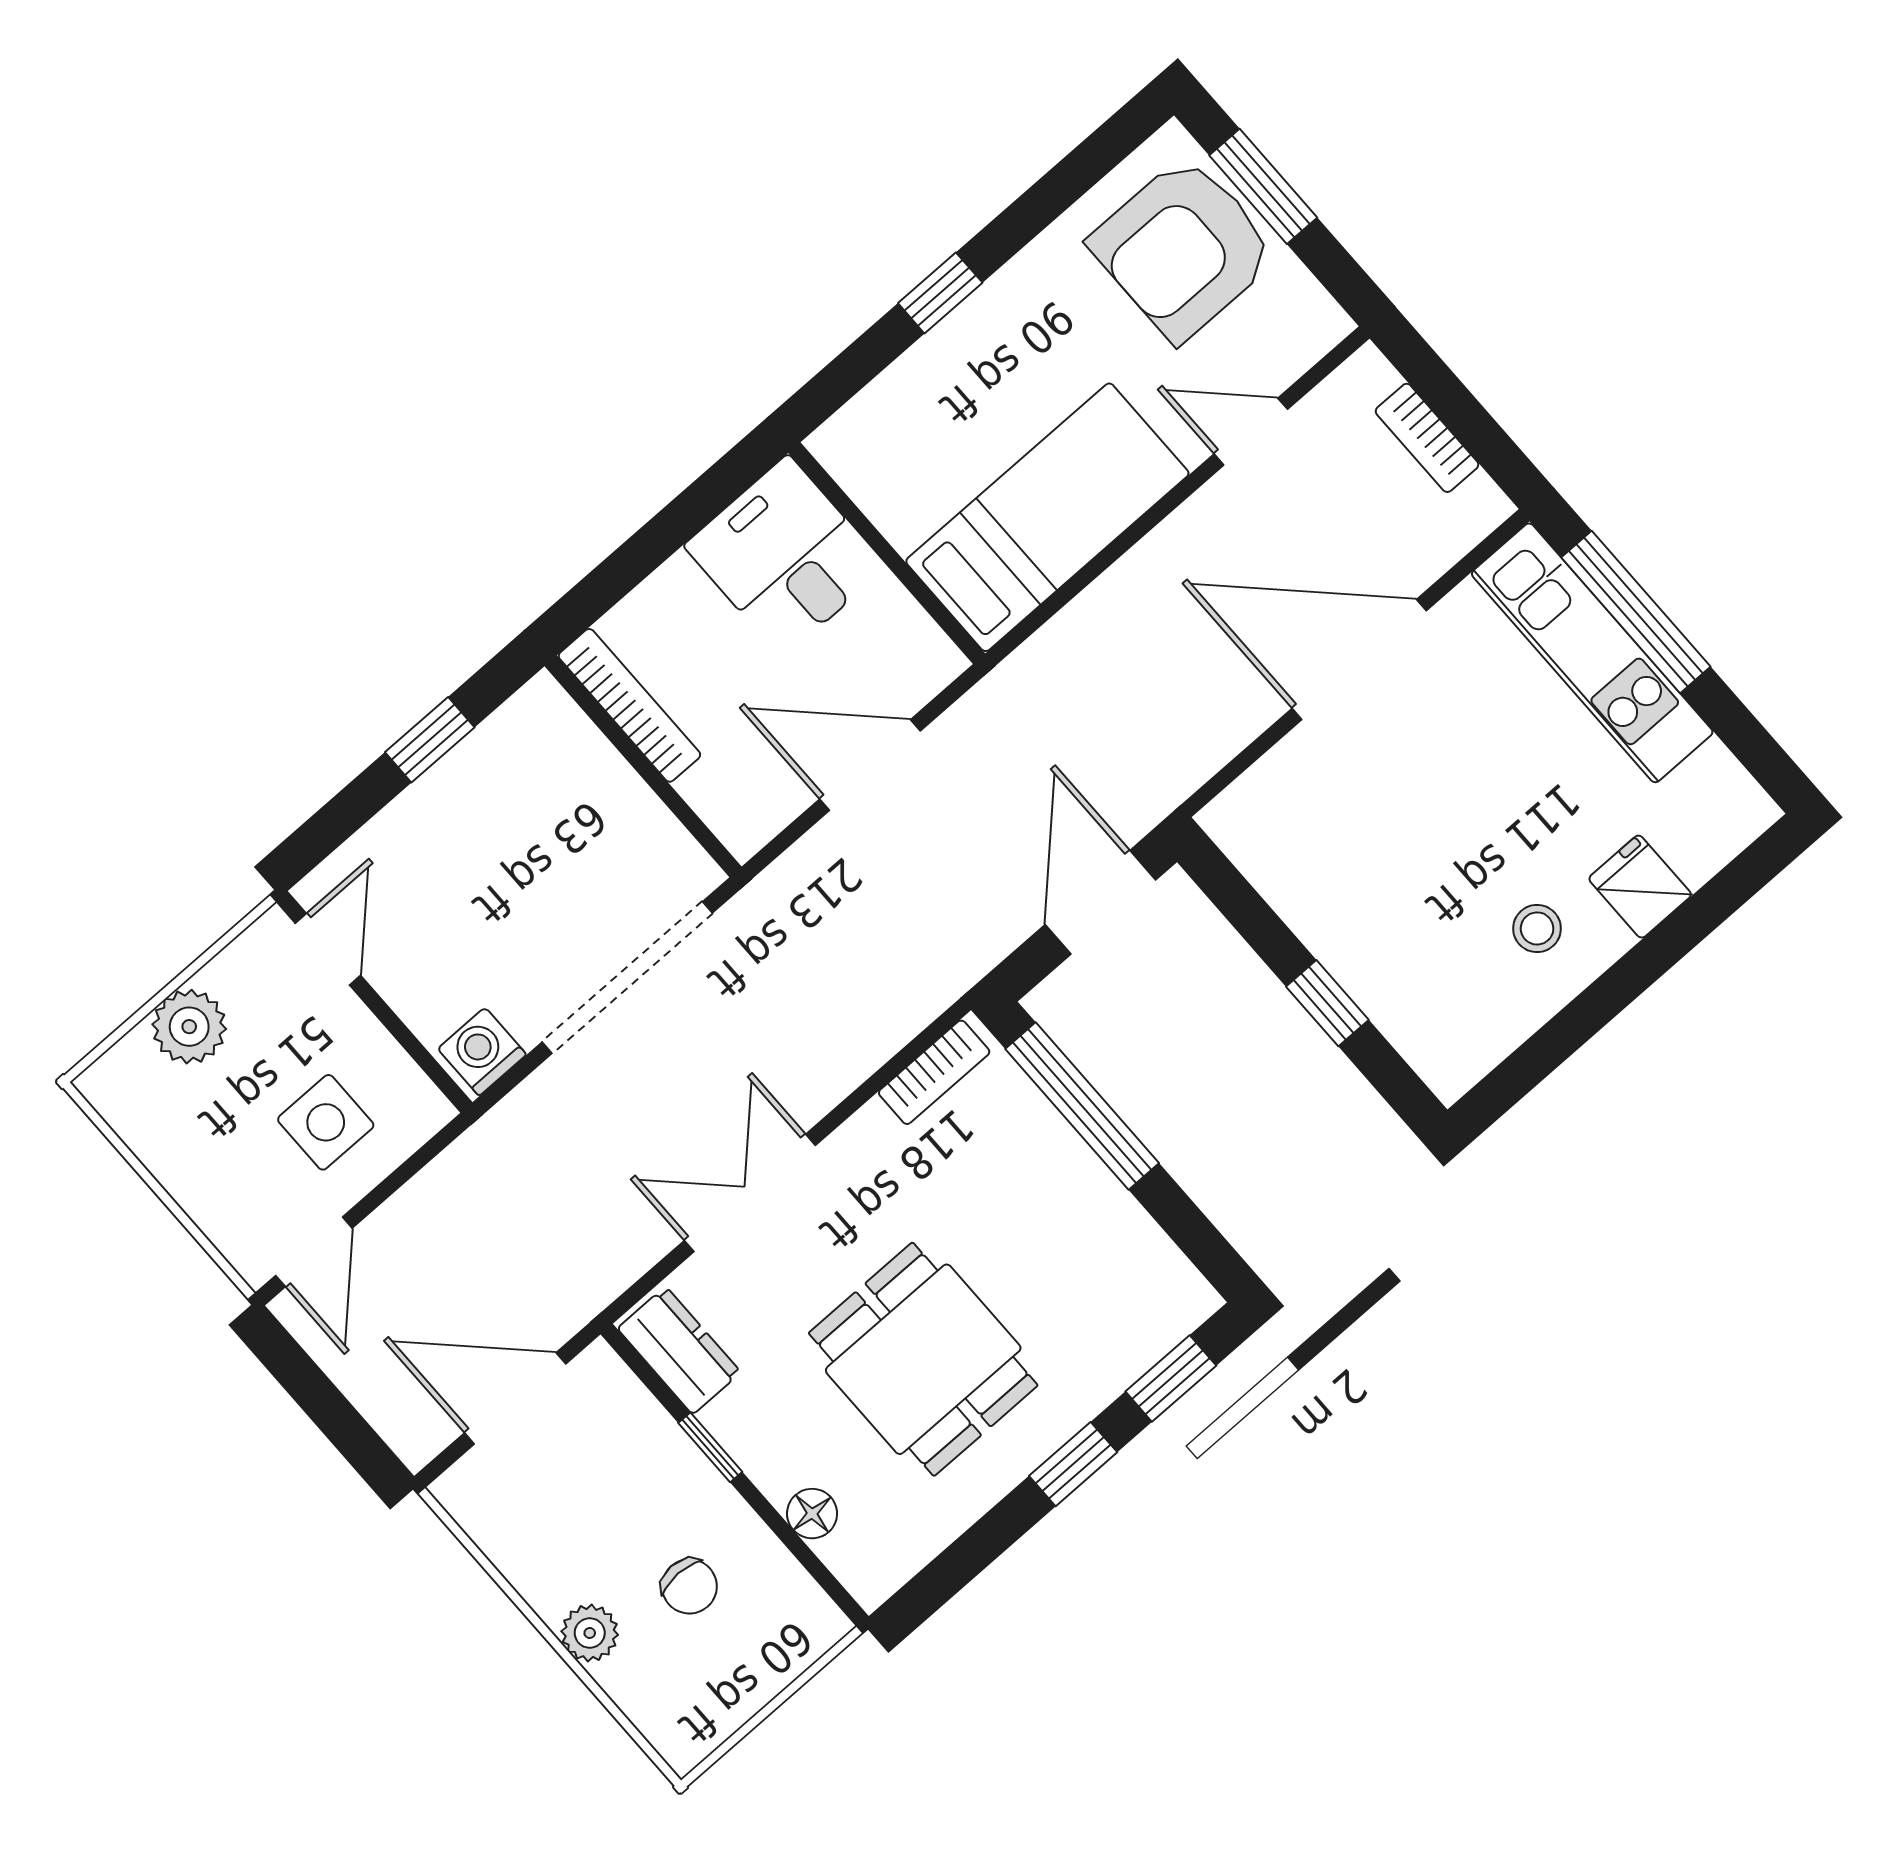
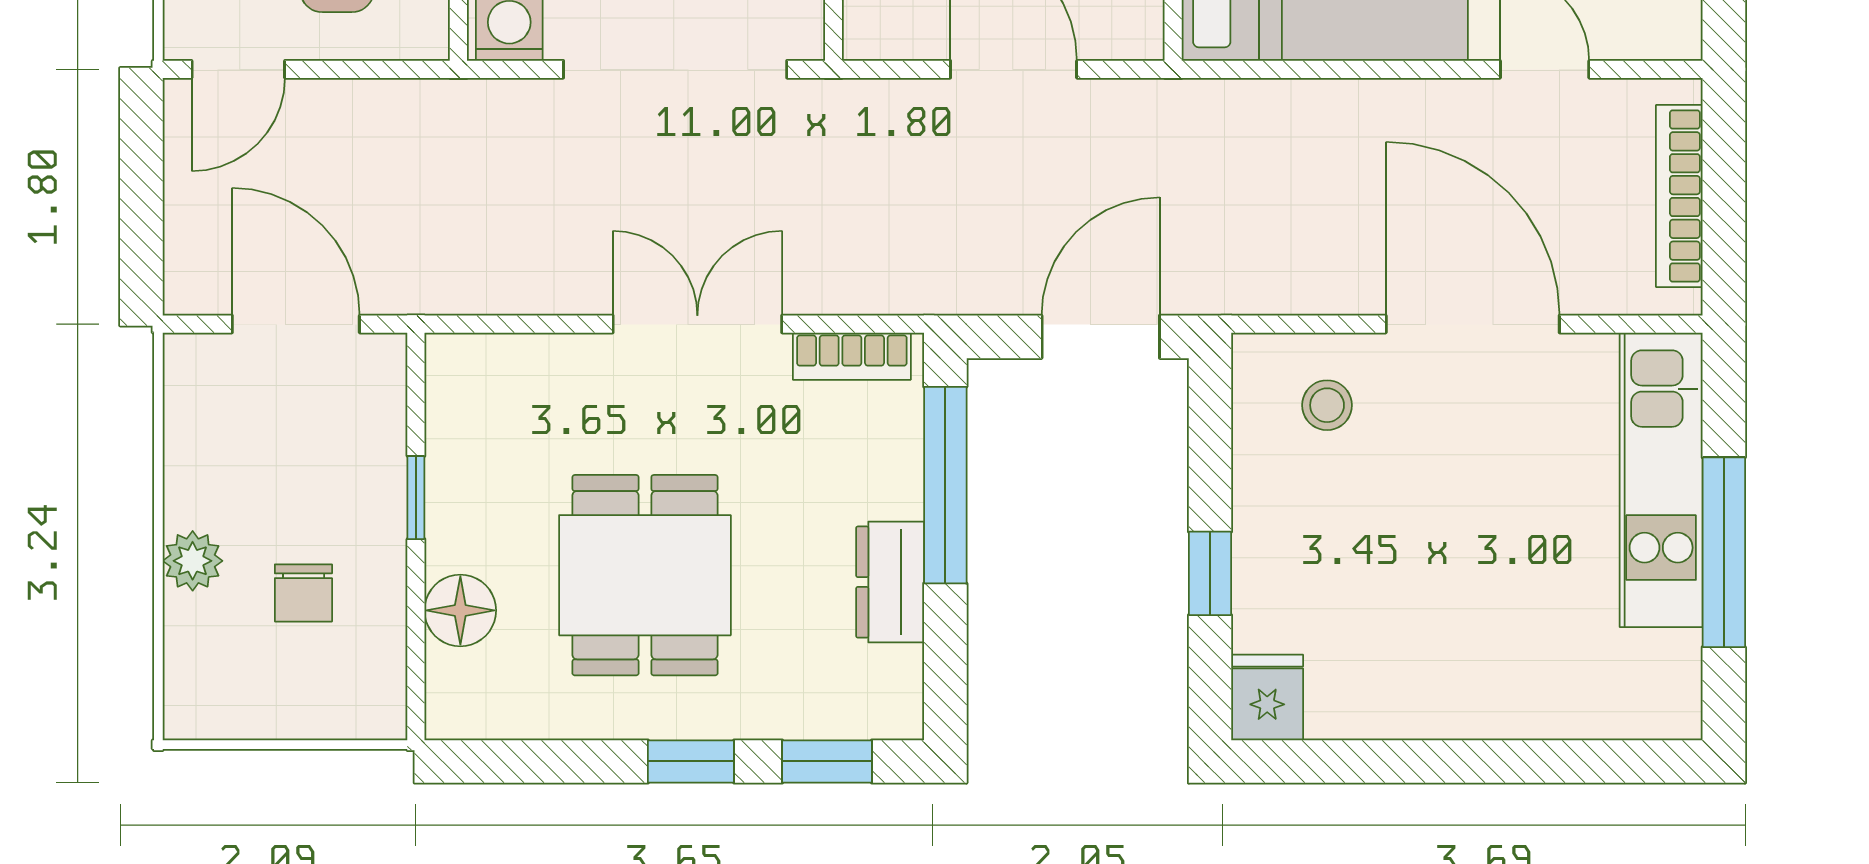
bookcase: (1427, 438) -> (1679, 196), width x1.56
window: (1636, 612) -> (1724, 552), moved
fridge: (1640, 887) -> (1267, 697), moved
stool: (1537, 928) -> (1327, 405), moved
double door: (750, 1193) -> (697, 324), moved
dresser: (679, 1350) -> (890, 582), moved, turned 180
floor lamp: (812, 1514) -> (460, 610), width x1.37, depth x1.37

